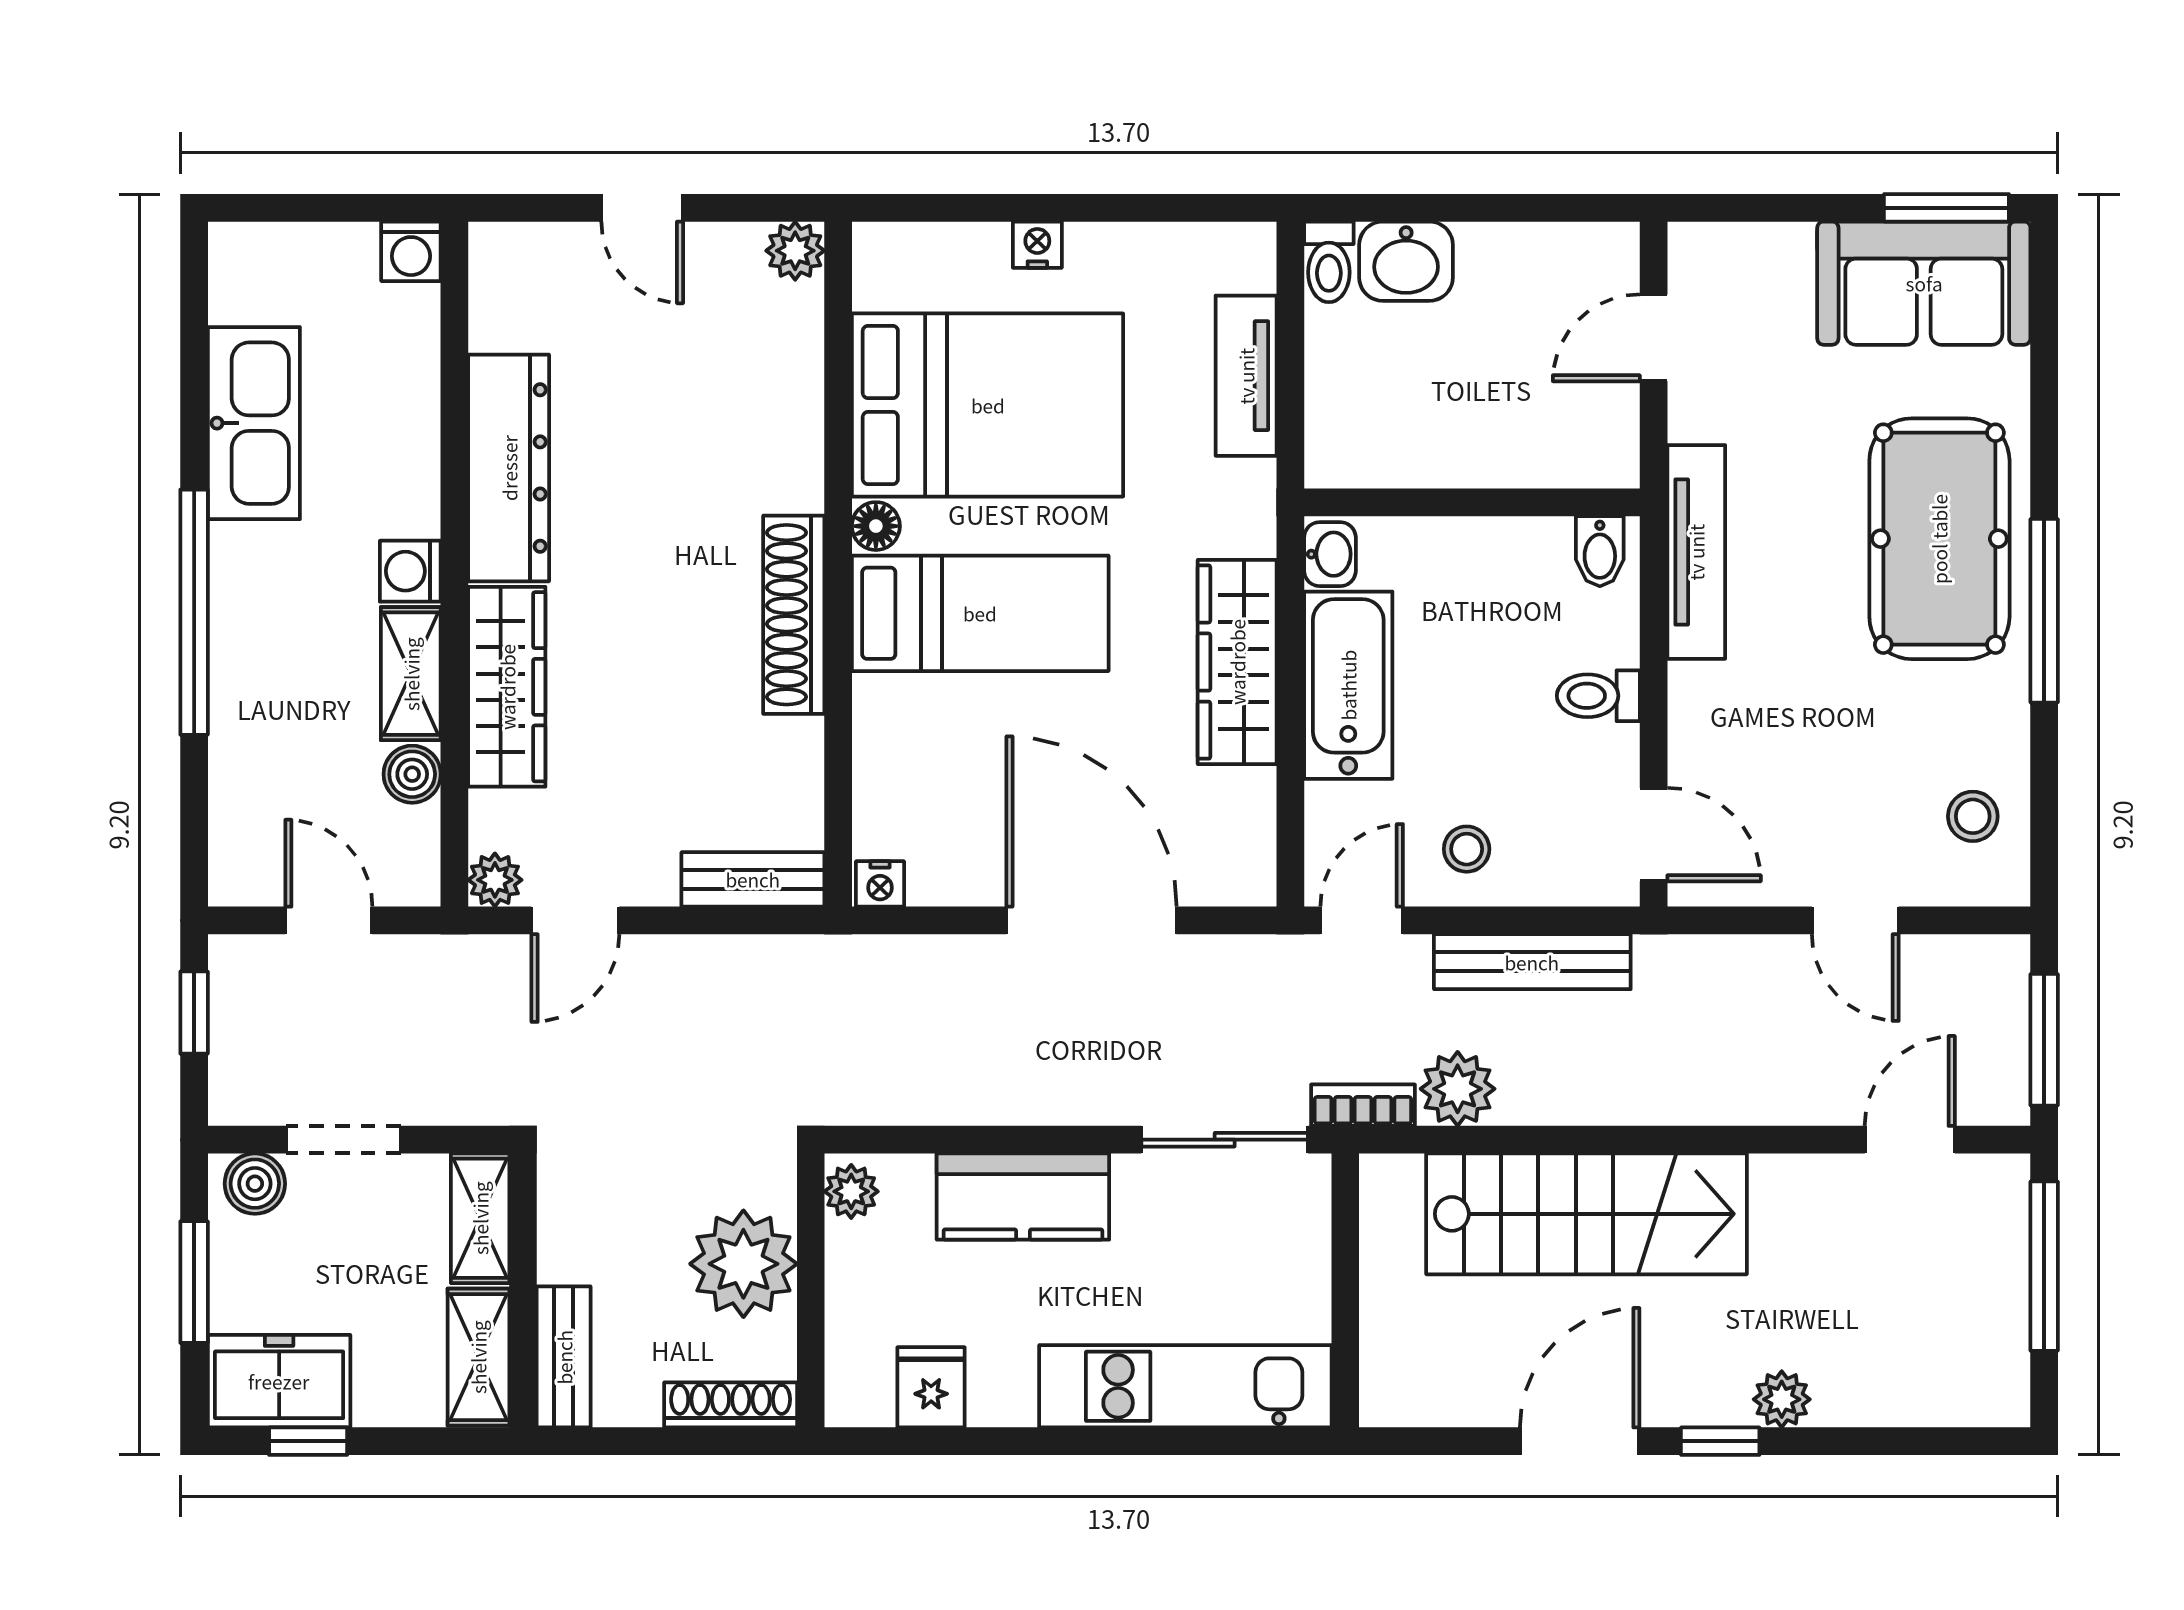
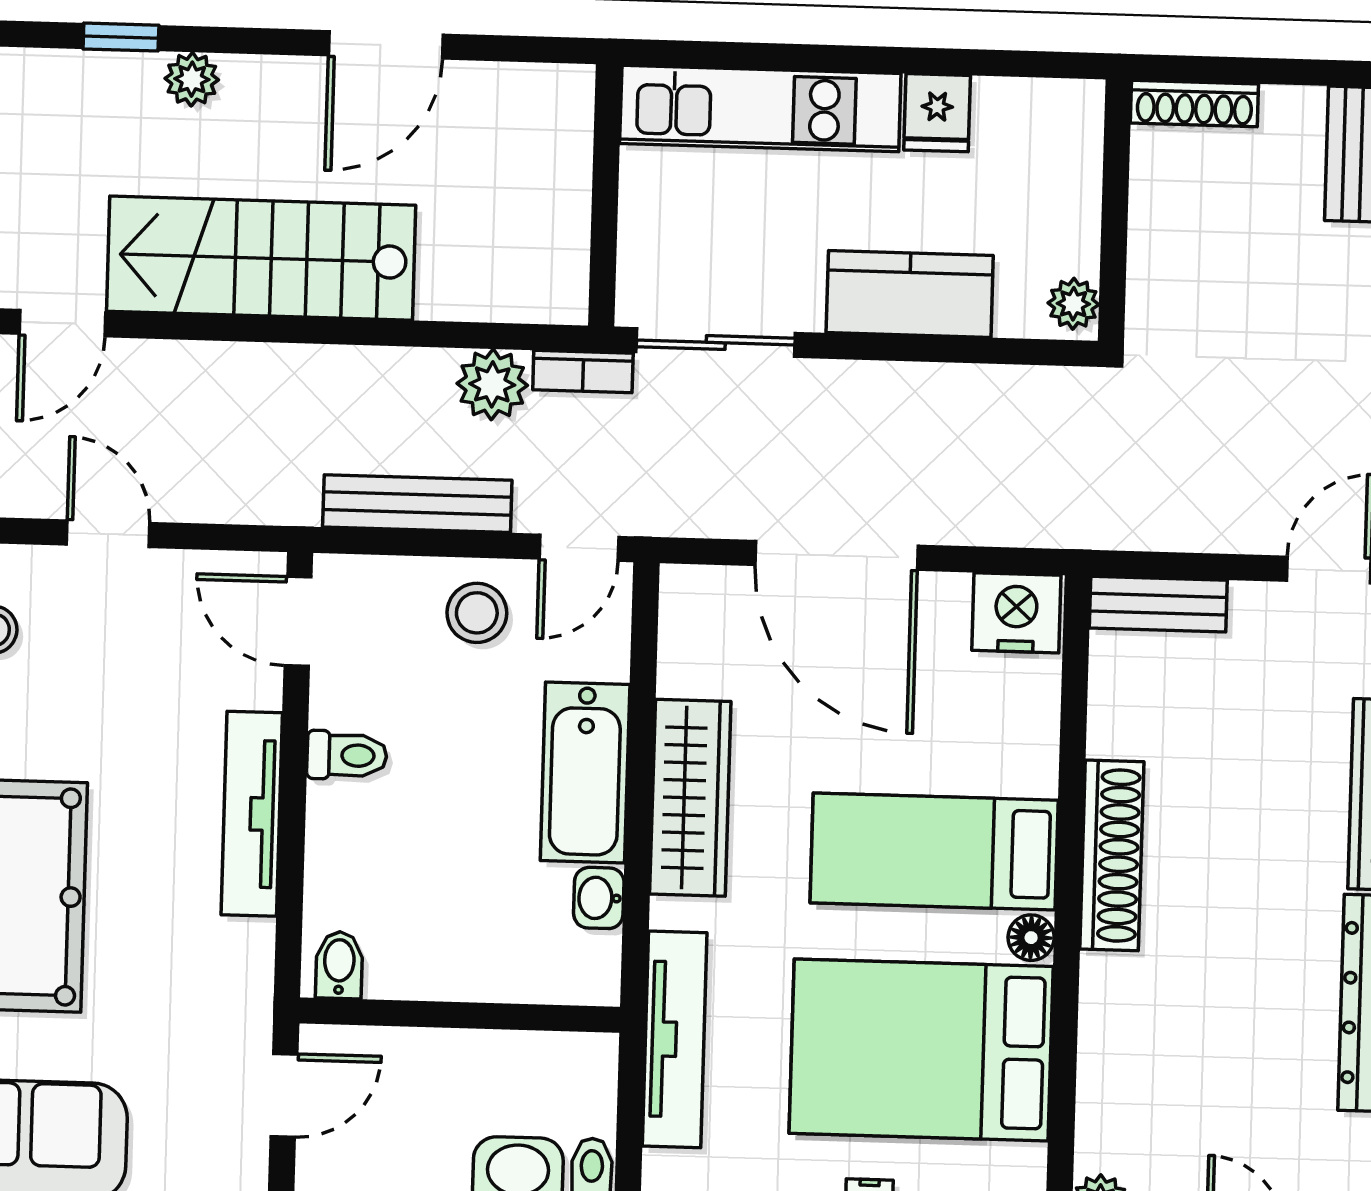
tv unit: (1246, 376) -> (675, 1039), width x1.41
wall: (1472, 502) -> (460, 1015), moved
bidet: (1600, 551) -> (339, 965), moved
tv unit: (1696, 552) -> (252, 814), moved
stool: (1467, 849) -> (477, 613), width x1.37, depth x1.37
nightstand: (880, 884) -> (1016, 613), width x1.89, depth x1.79
stairs: (1586, 1214) -> (261, 258), moved
plant: (743, 1264) -> (1178, 238), removed
fridge: (931, 1387) -> (937, 113), moved
window: (1720, 1441) -> (121, 37), moved

